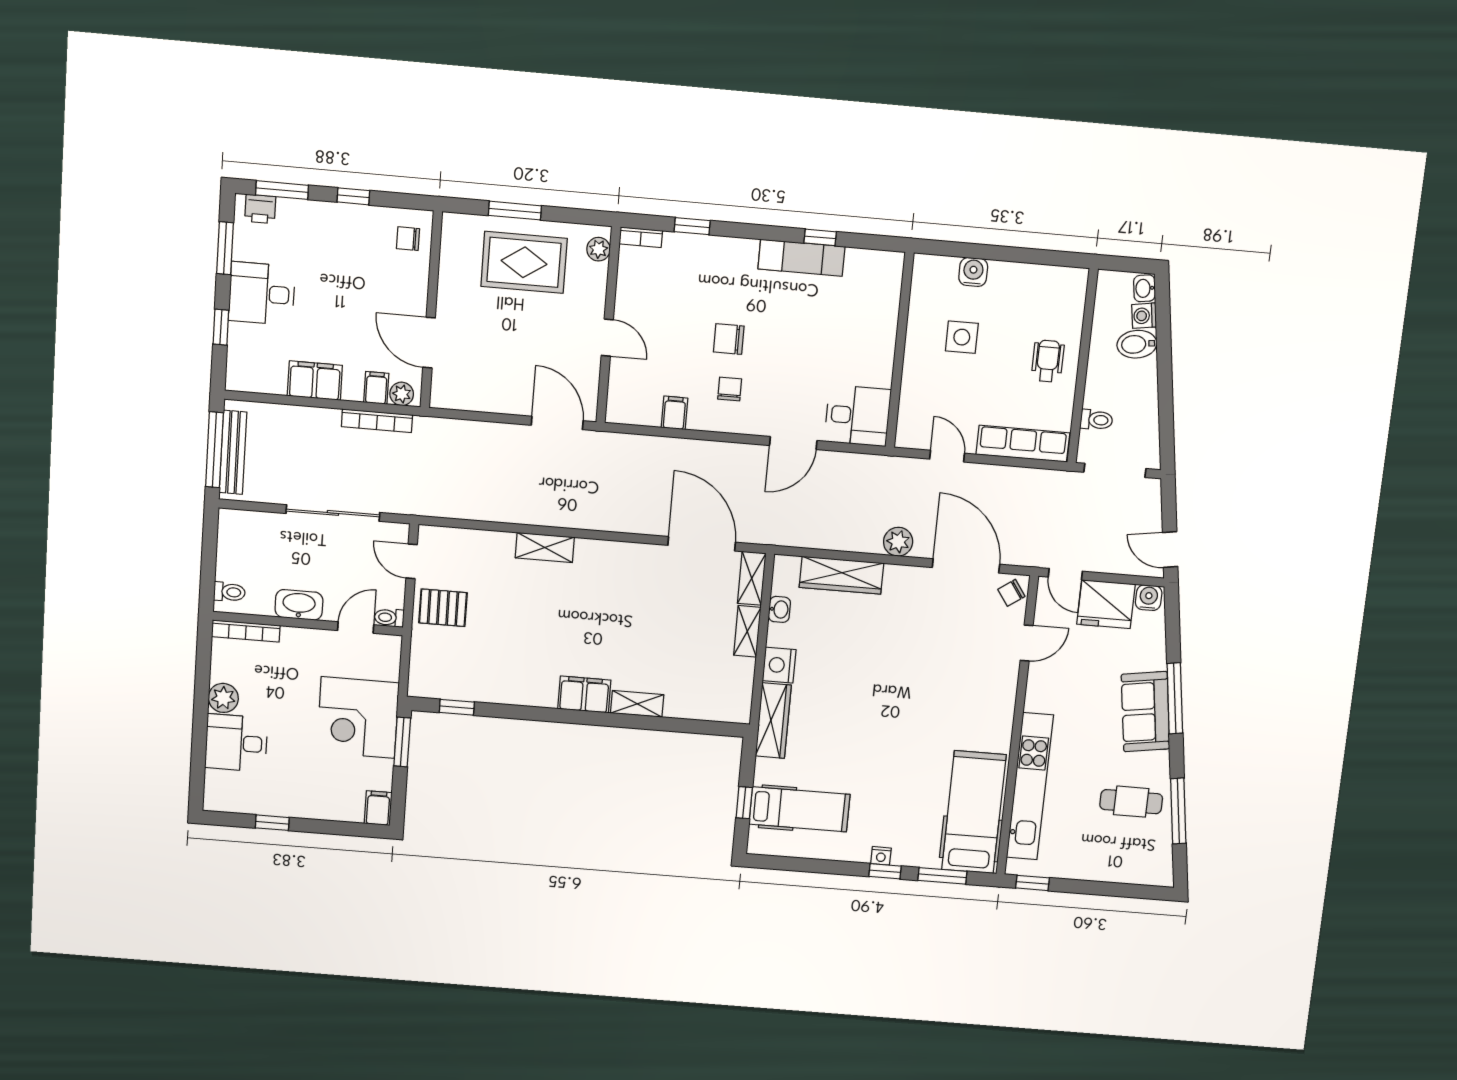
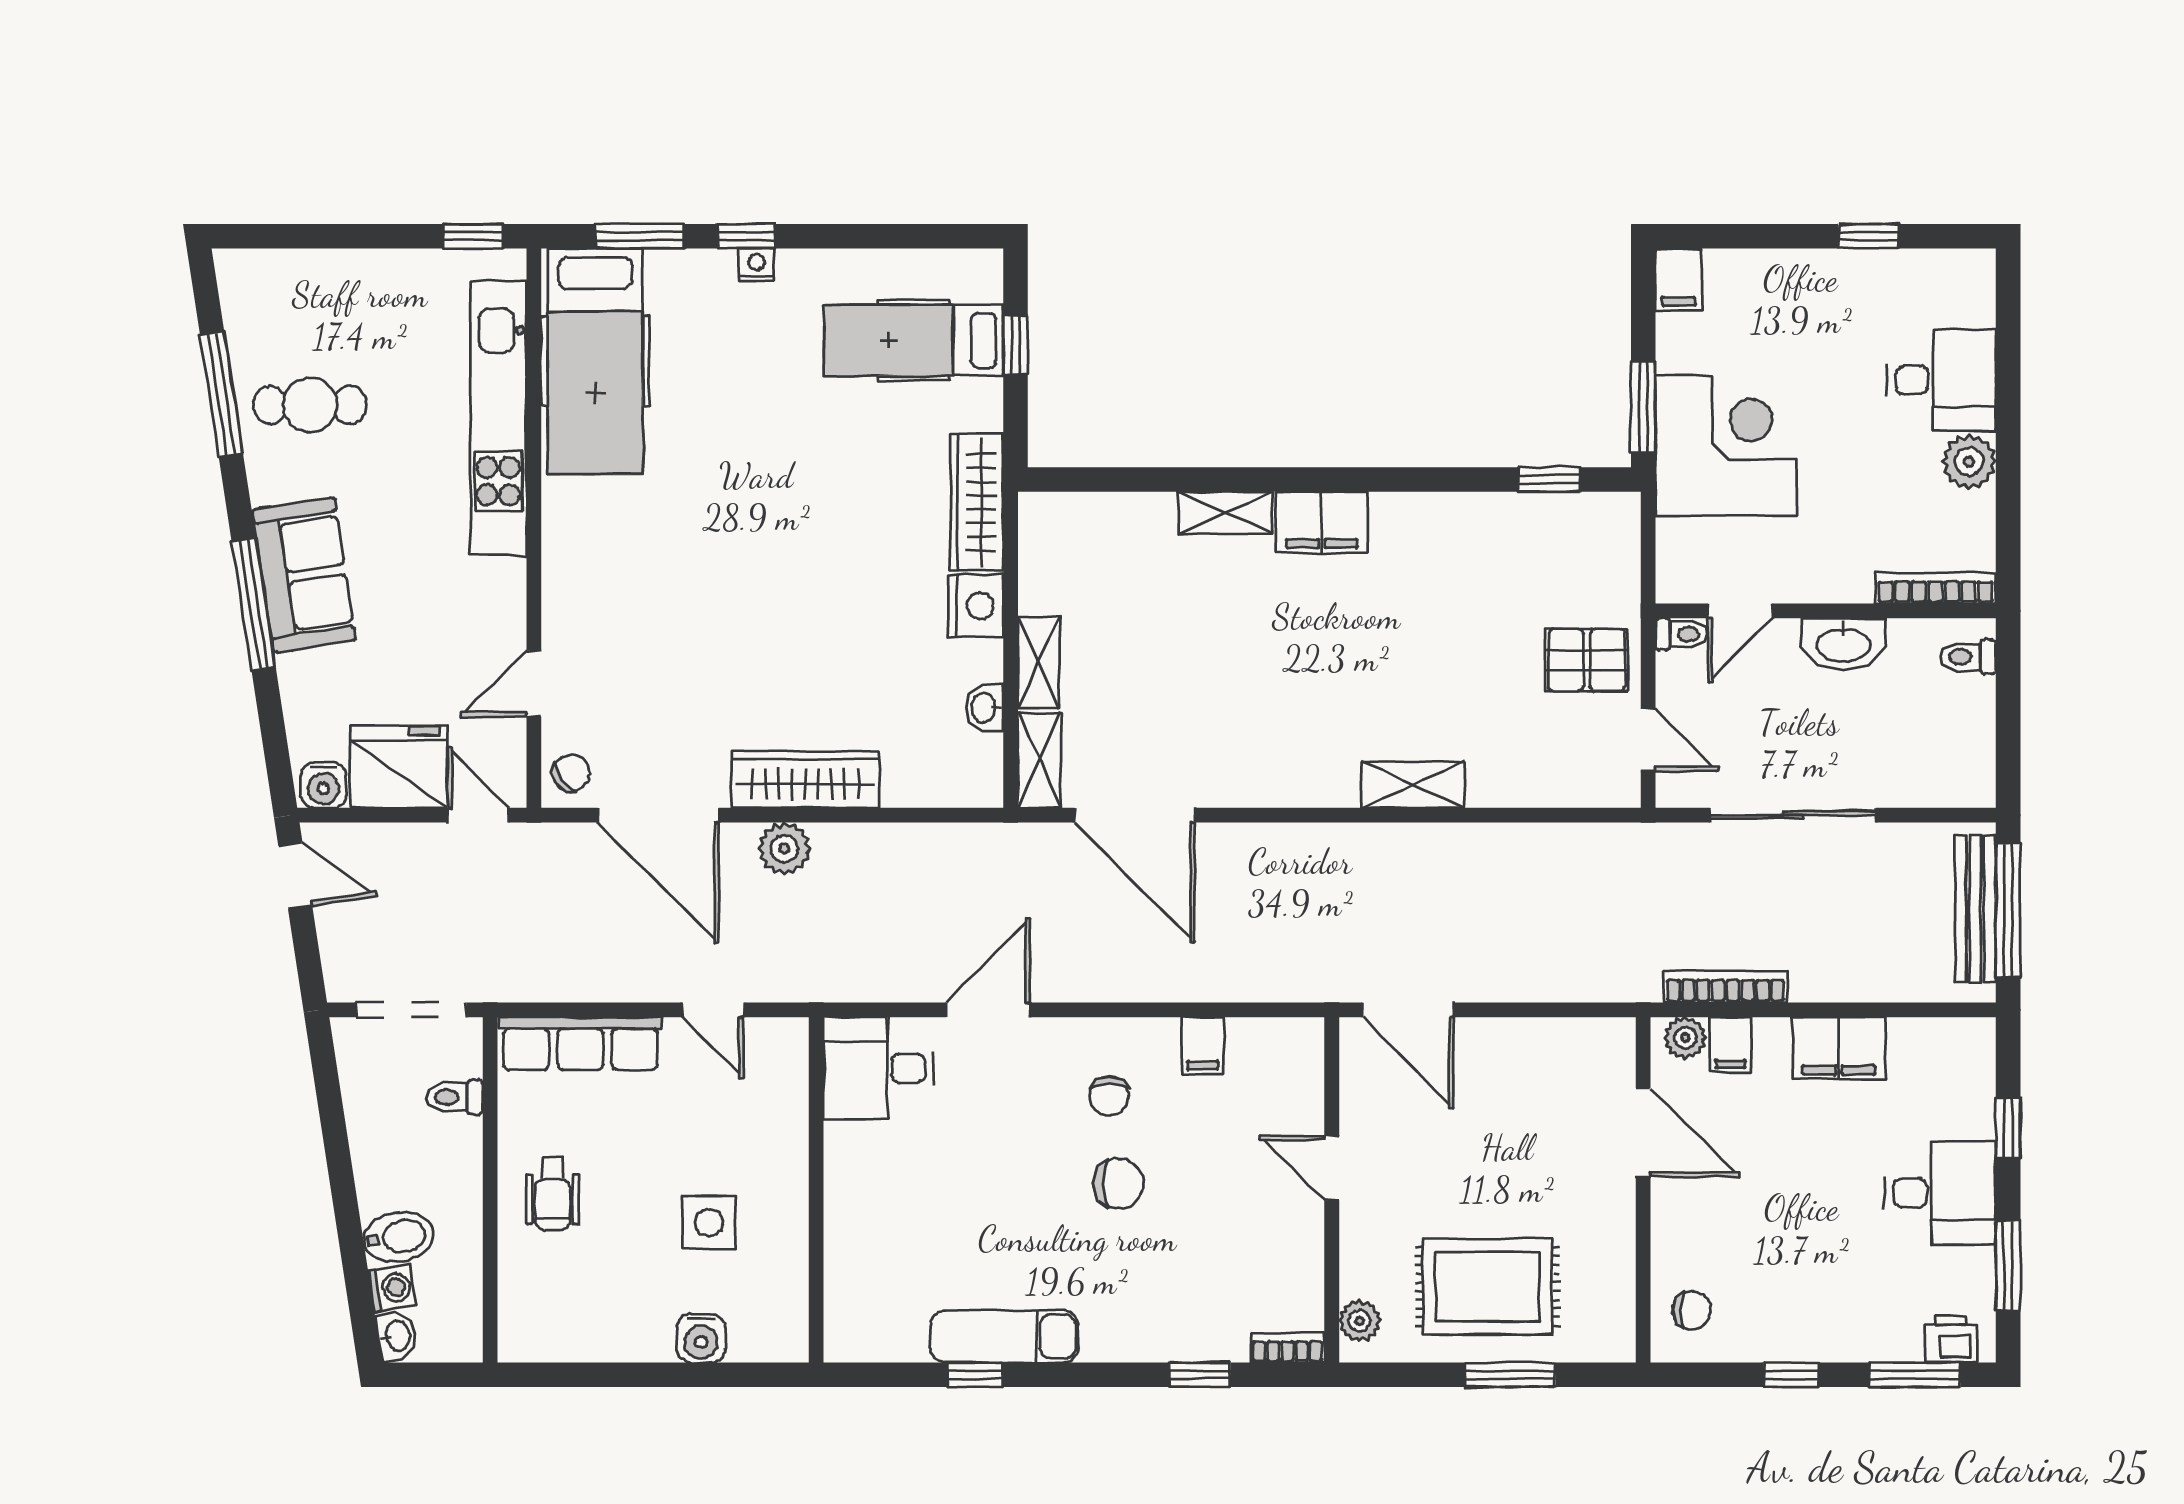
wardrobe: (841, 575) -> (805, 779), moved

